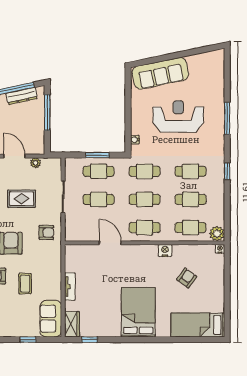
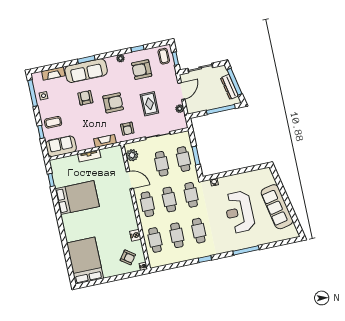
sofa: (160, 73) -> (277, 207), moved
reception desk: (178, 116) -> (239, 212), turned 180
plant: (217, 234) -> (132, 155), moved
door: (110, 243) -> (130, 180), hinge flipped
nightstand: (165, 250) -> (135, 235), moved
fireplace: (56, 263) -> (105, 141), added
armchair: (187, 278) -> (128, 257), moved
coffee table: (25, 284) -> (53, 122), moved
bed: (138, 312) -> (77, 198), moved
wardrobe: (72, 324) -> (60, 164), removed
bed: (198, 325) -> (85, 261), width x1.50

